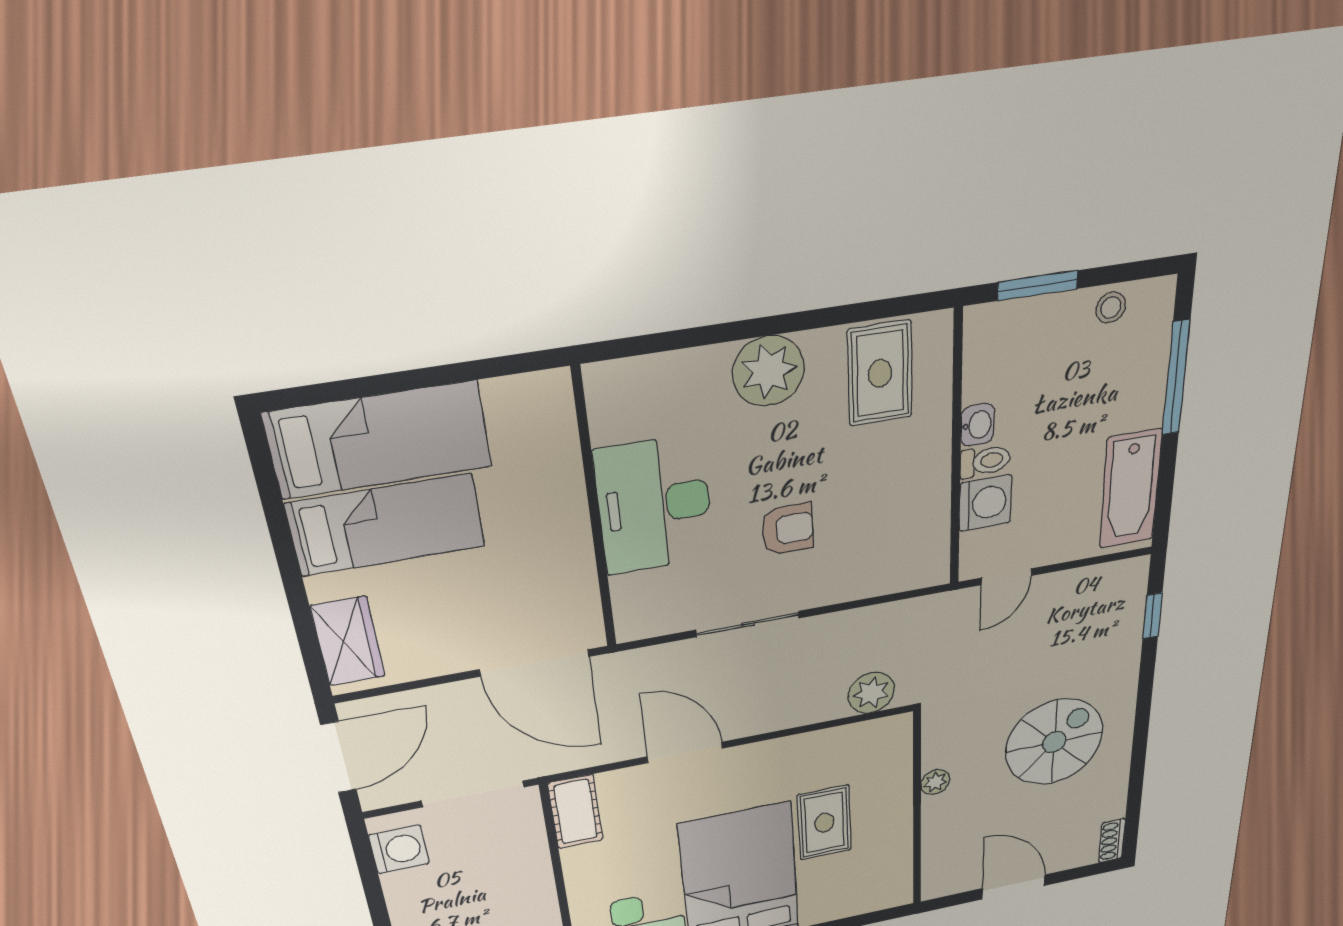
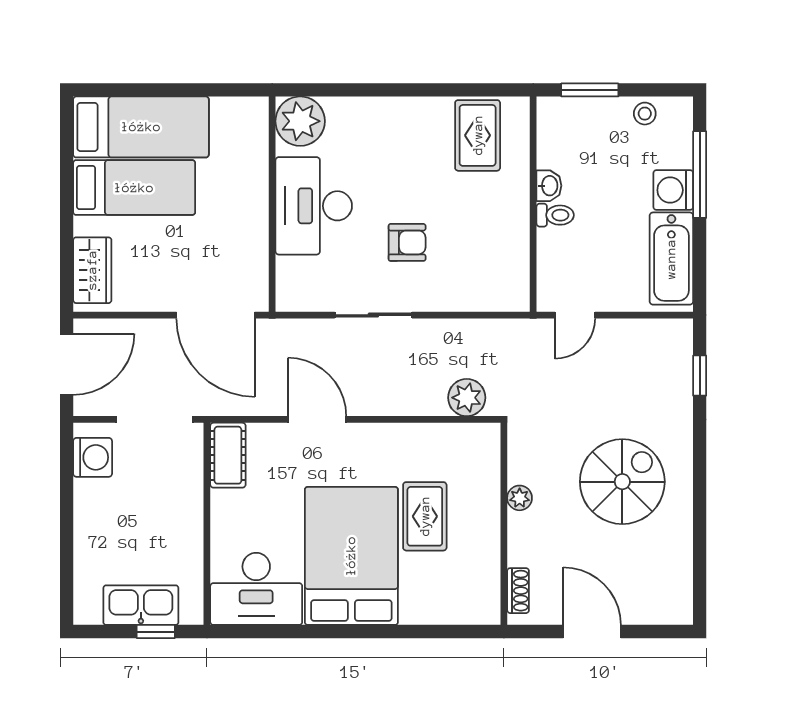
plant: (769, 371) -> (300, 121), moved
washing machine: (985, 503) -> (673, 190), moved, turned 180
shoe rack: (1112, 841) -> (518, 591), moved, turned 180

